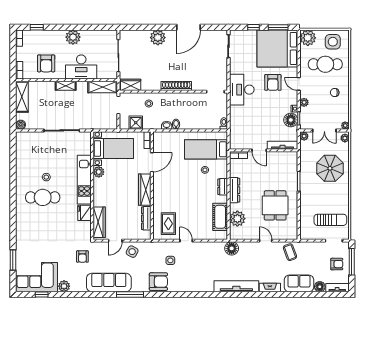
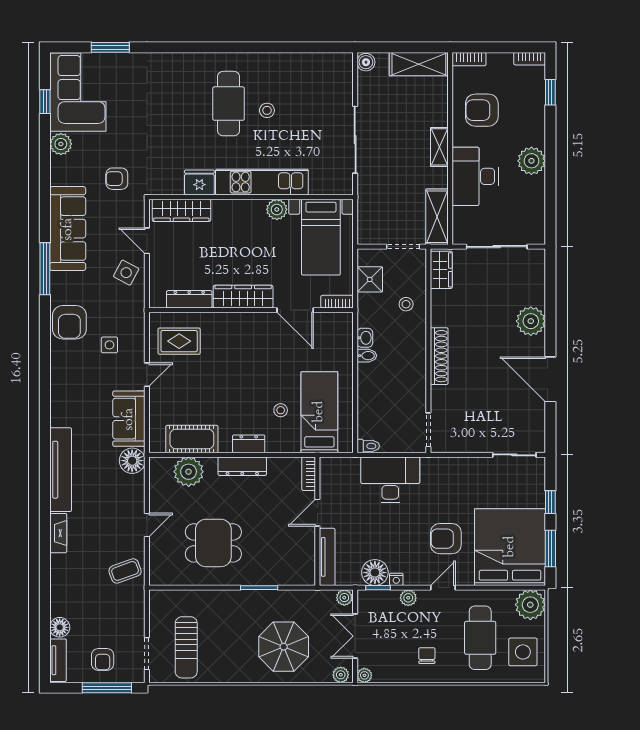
desk: (242, 90) -> (390, 480), moved
sofa: (299, 283) -> (129, 419), moved, turned 180

